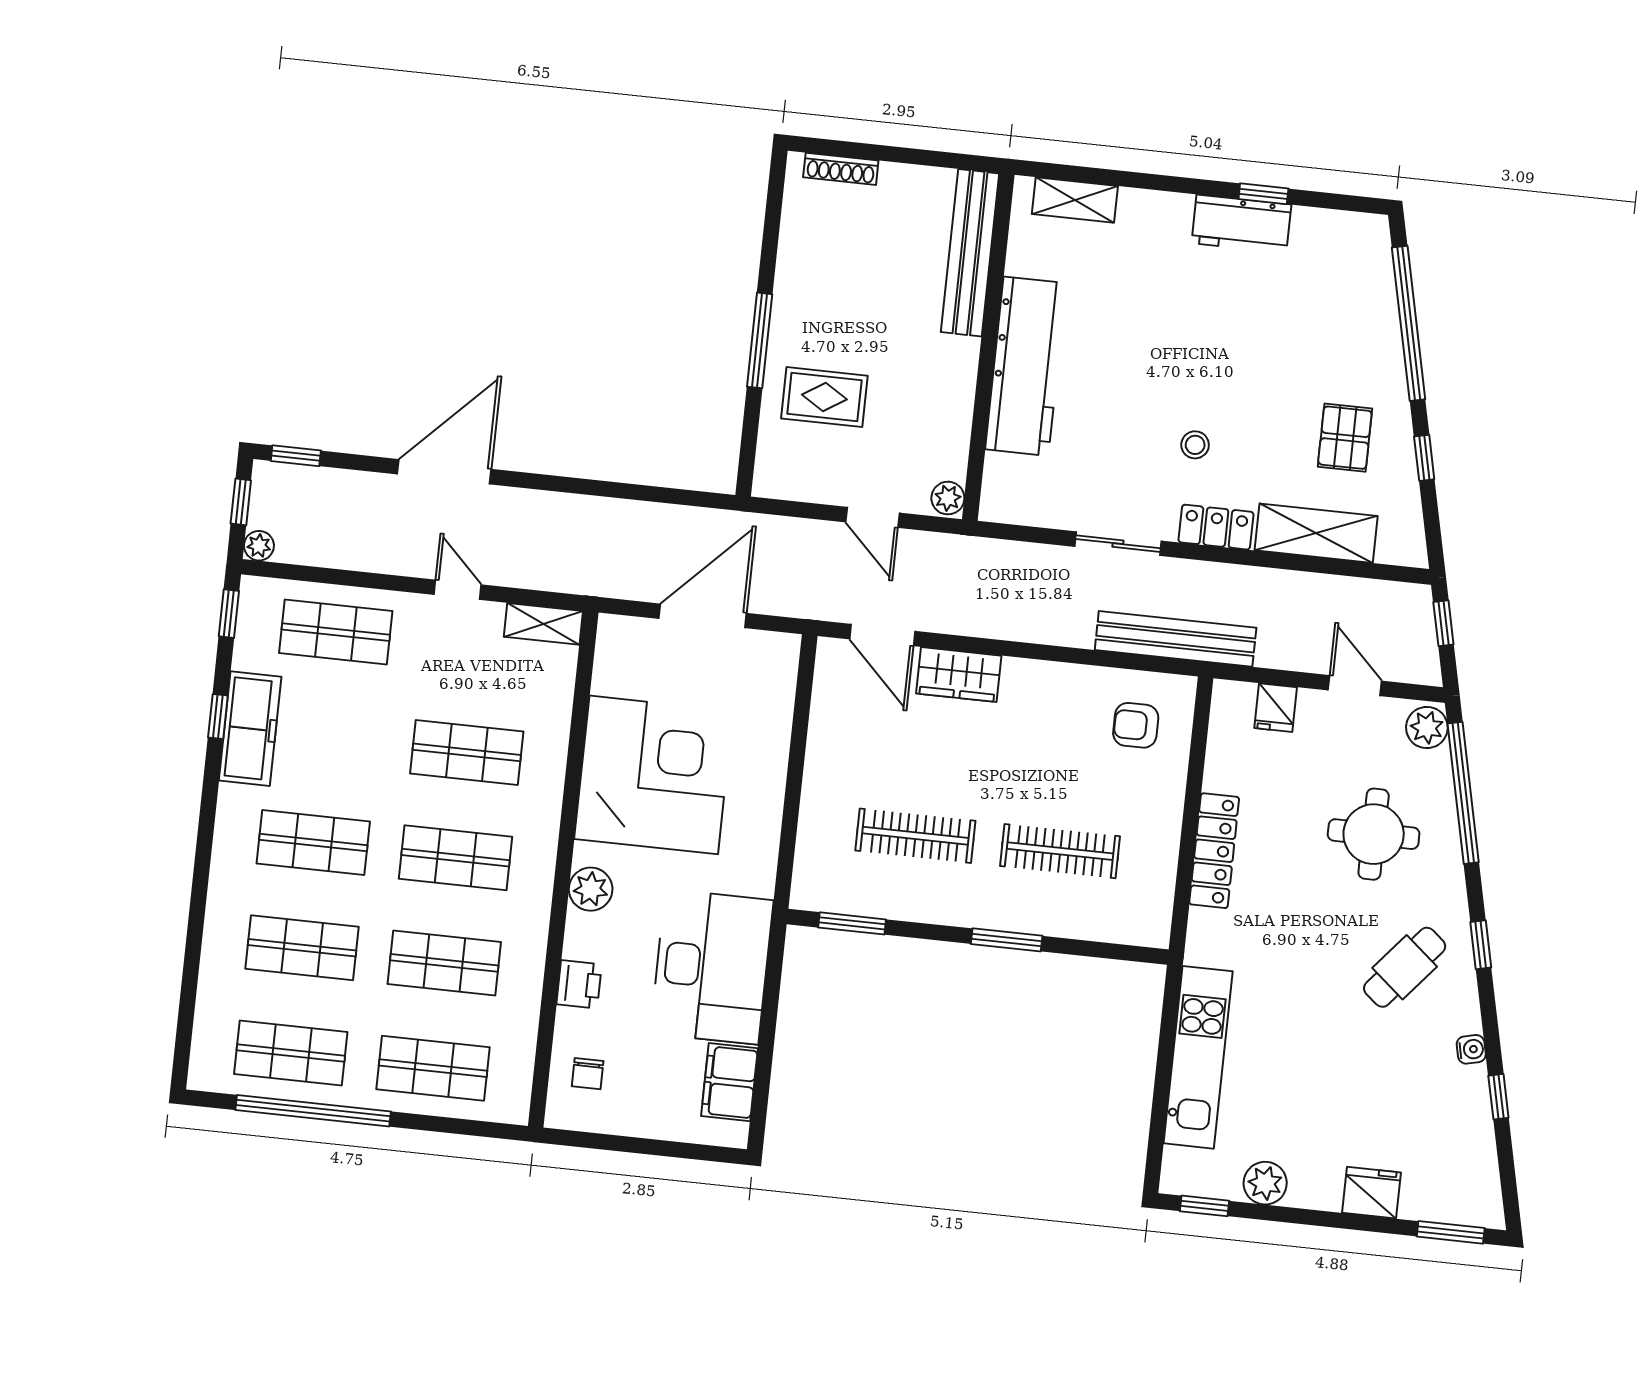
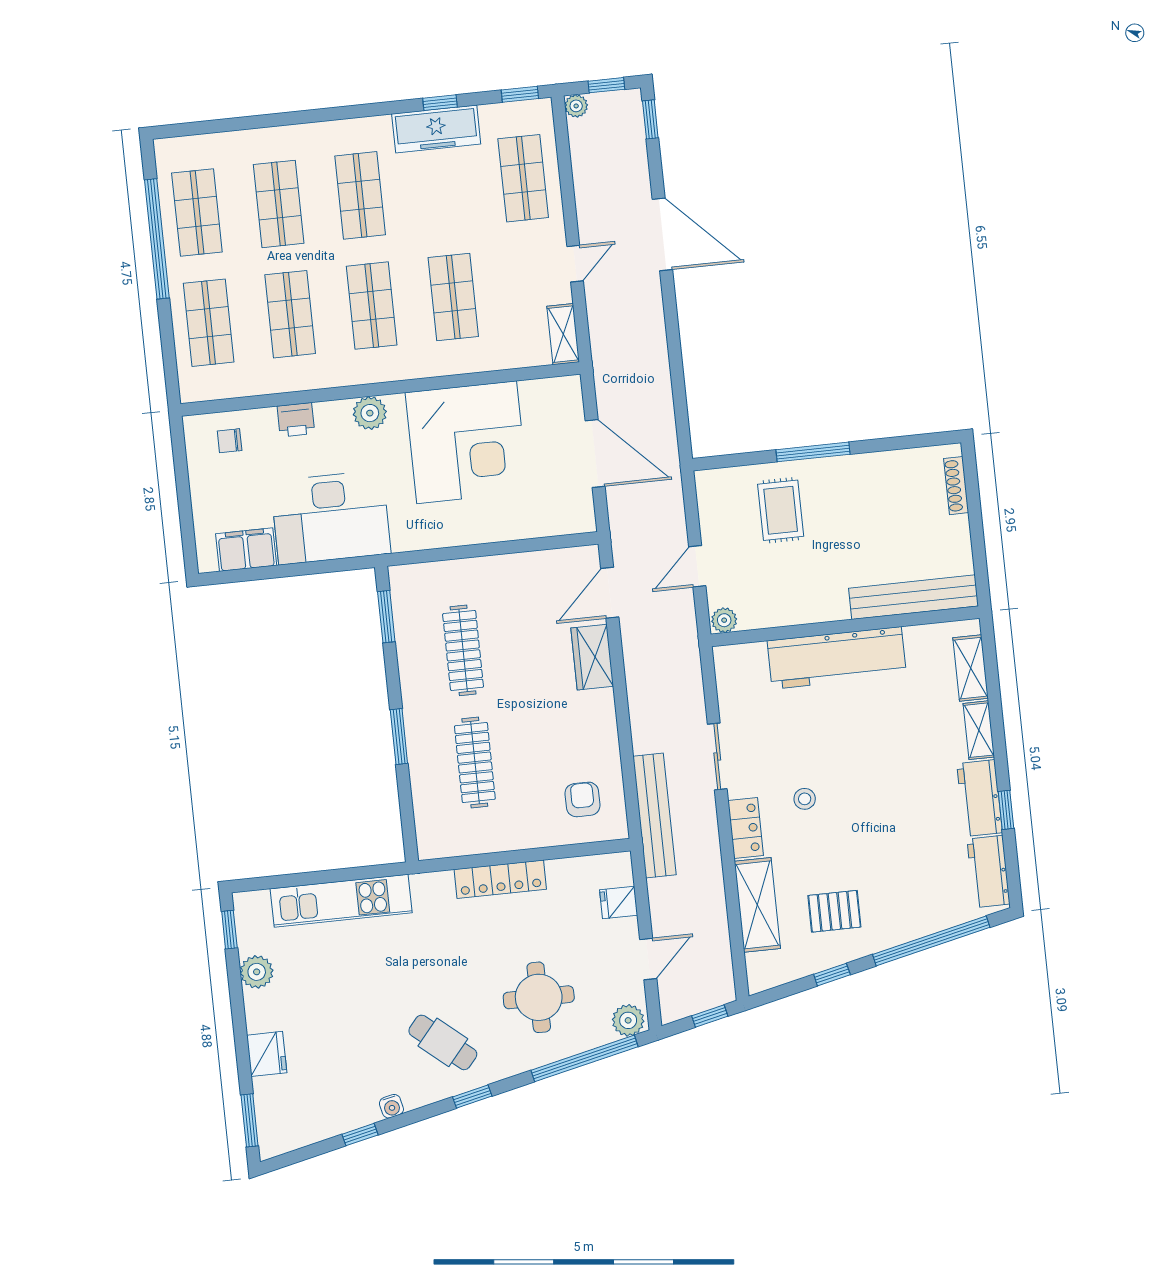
shelving: (1156, 207) -> (979, 730), added
workbench: (1337, 233) -> (988, 872), added

